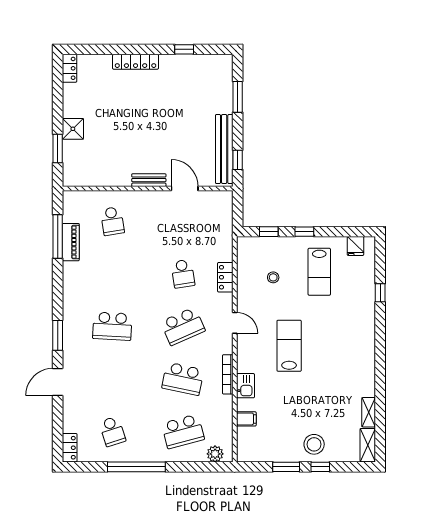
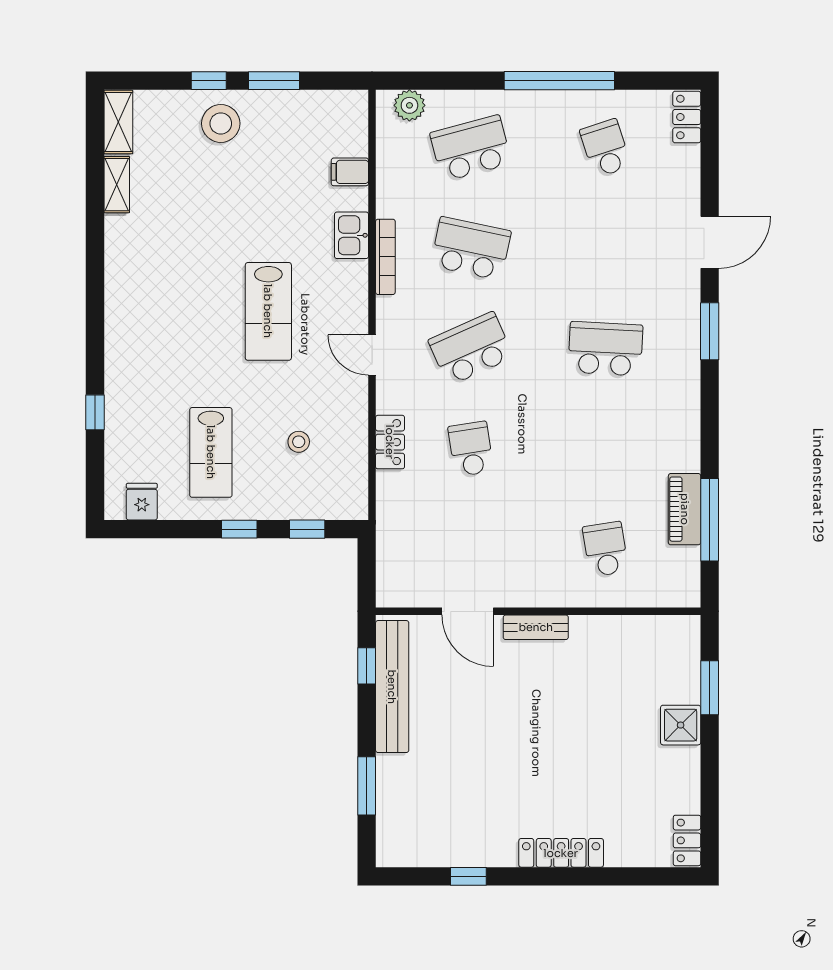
lab bench: (319, 272) -> (211, 452), turned 180

